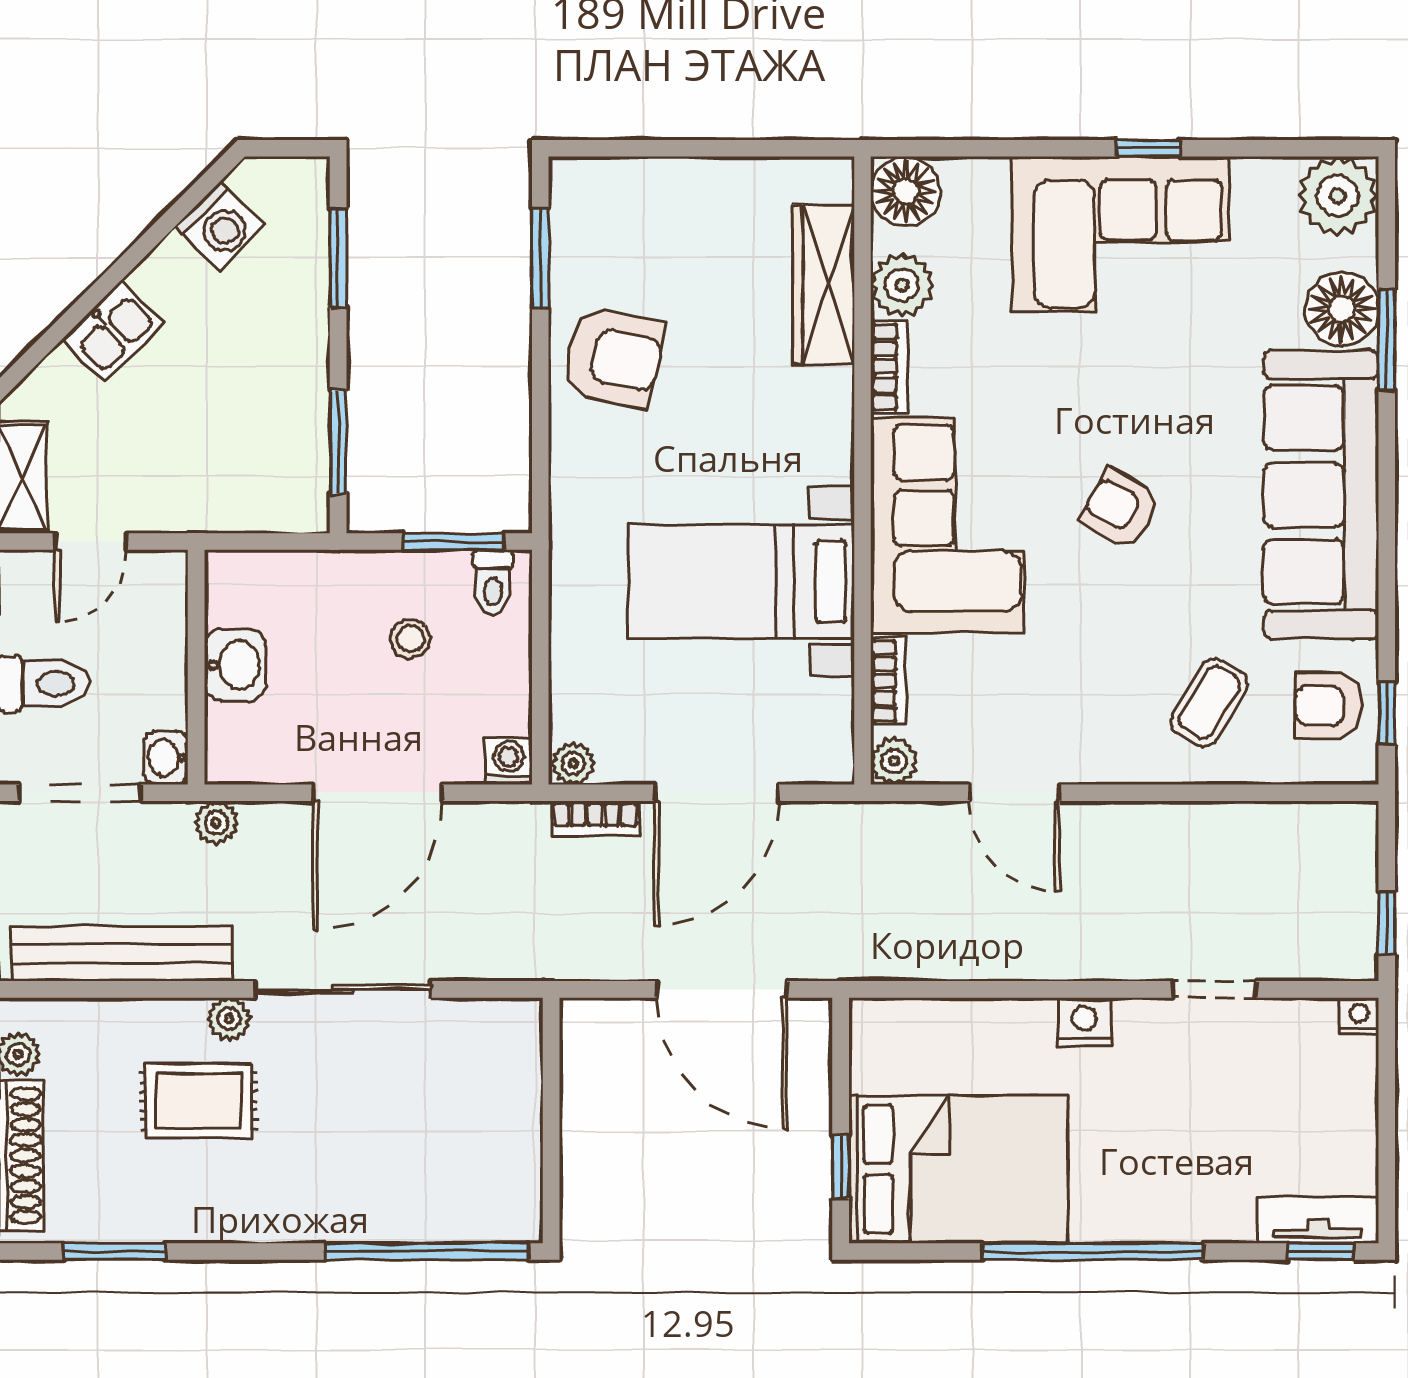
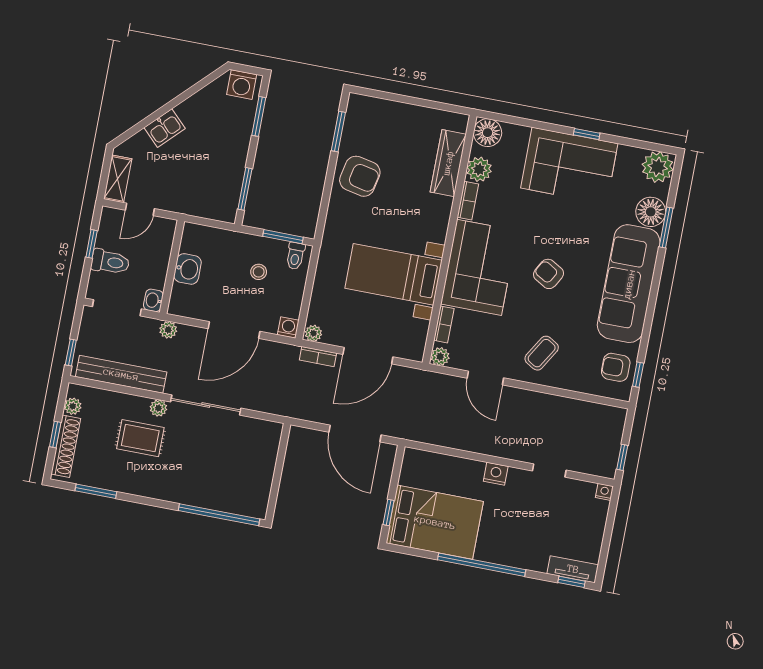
washing machine: (220, 226) -> (242, 85), moved, turned 45
coffee table: (1209, 703) -> (542, 353), moved

